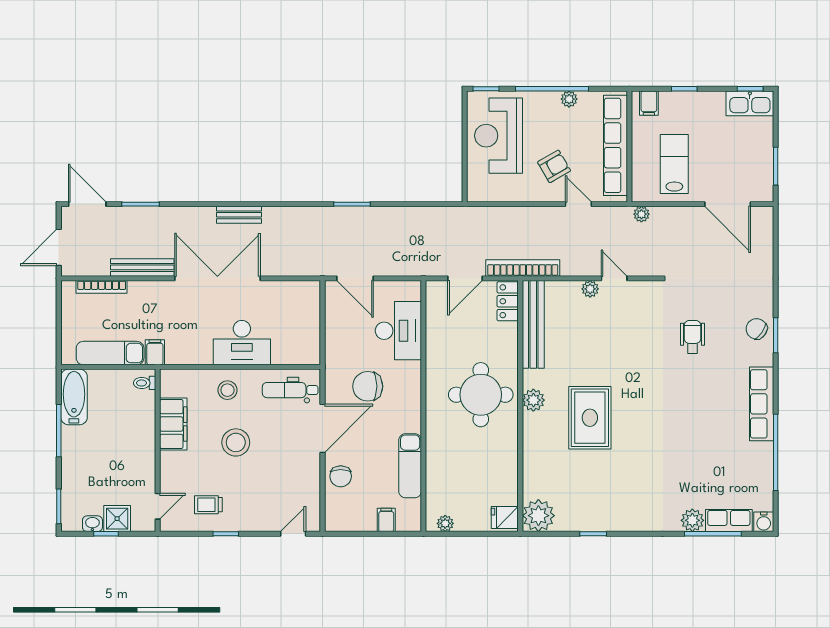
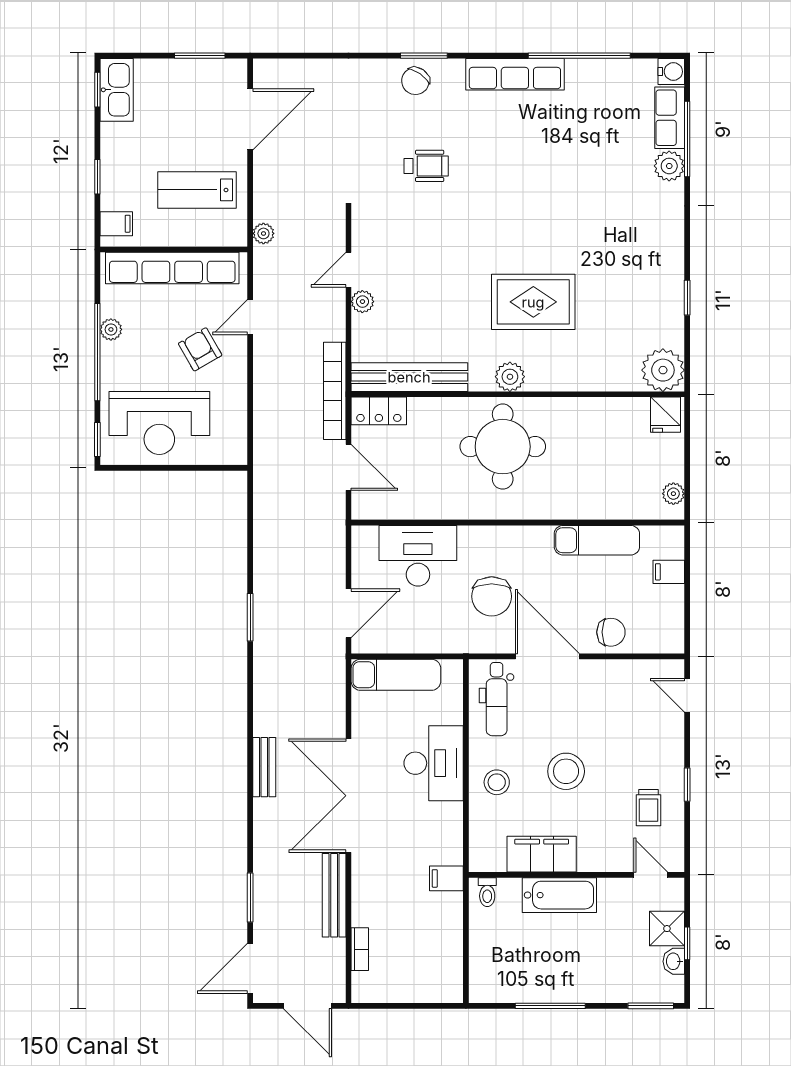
bookcase: (102, 287) -> (360, 949), width x0.64
wheelchair: (692, 337) -> (426, 166), turned 180
exam couch: (110, 353) -> (396, 675), moved, turned -90
bathtub: (74, 397) -> (559, 895), moved, turned 180

